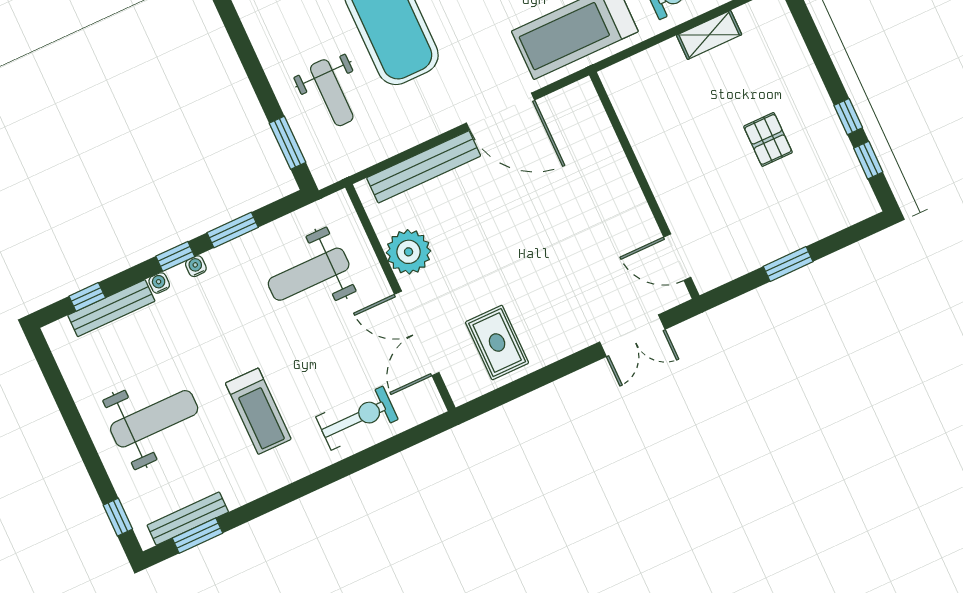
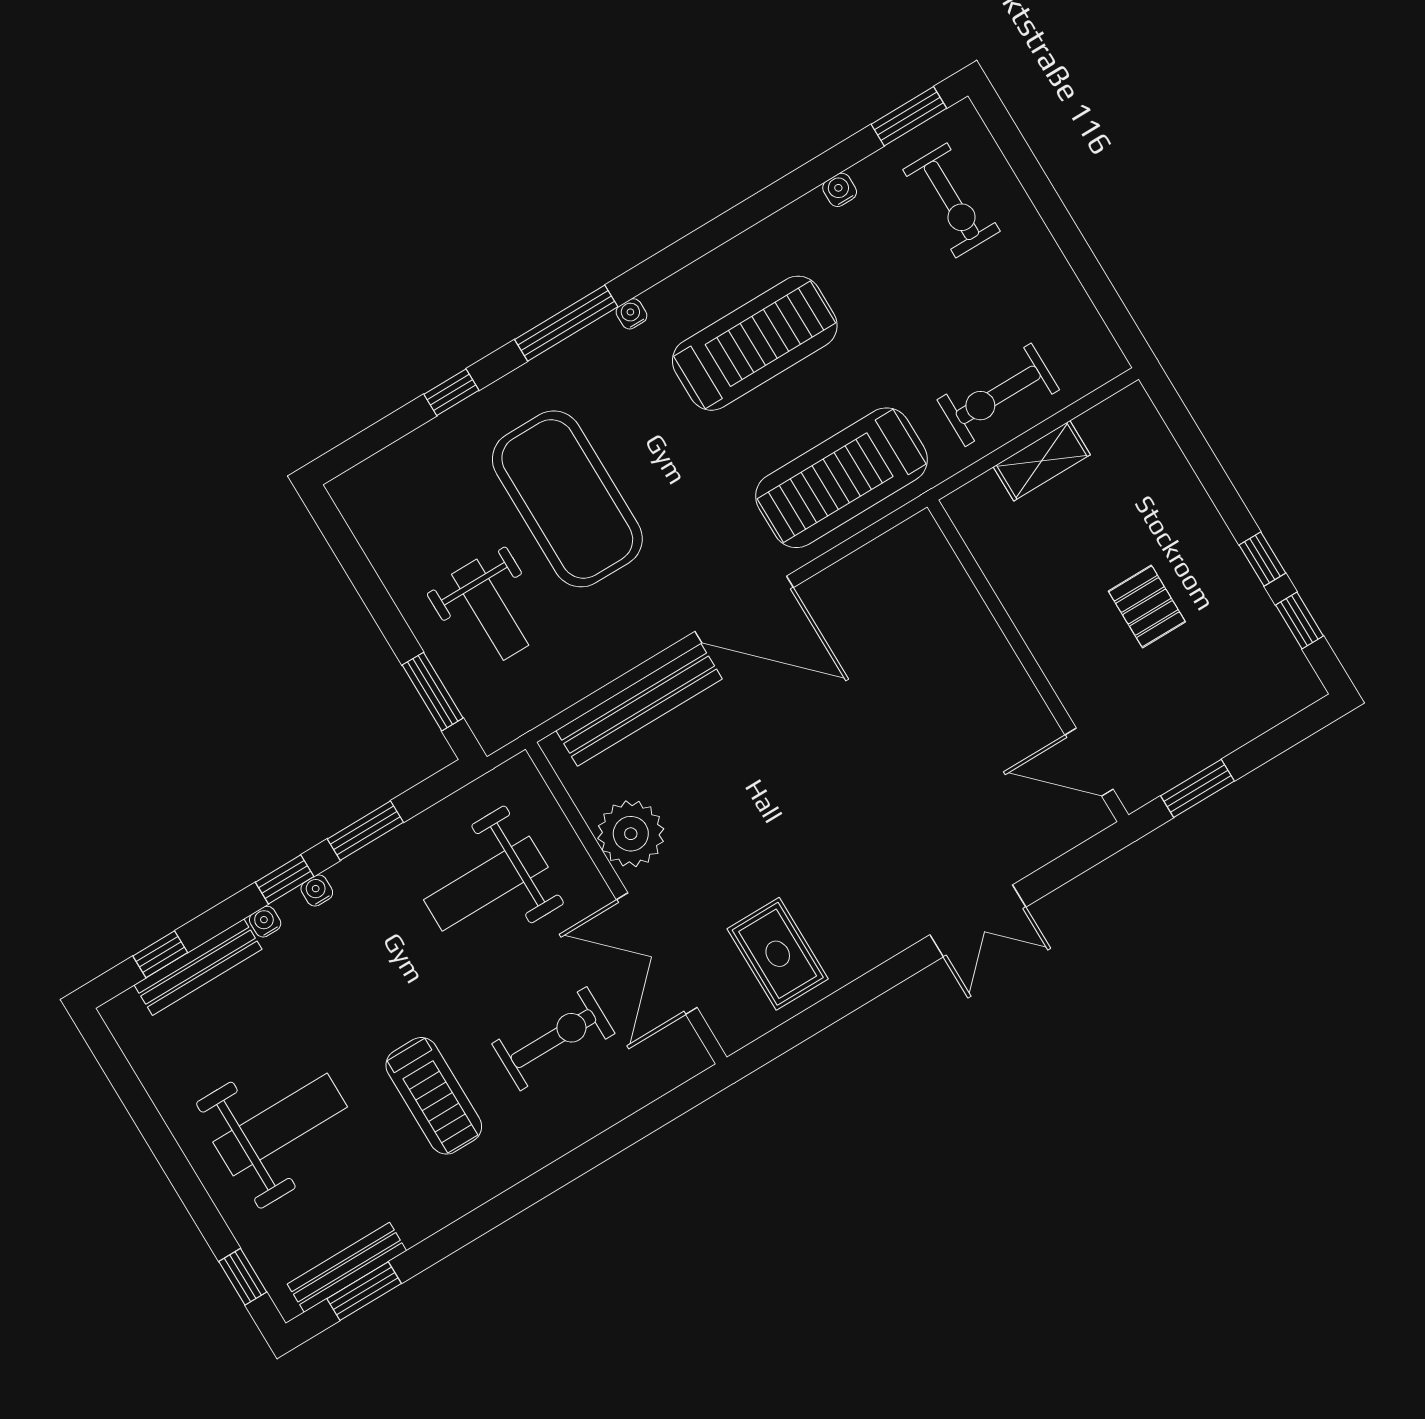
wall: (644, 185) -> (1028, 661), moved
door: (677, 257) -> (1089, 762), moved
exercise bike: (357, 418) -> (553, 1039), moved

